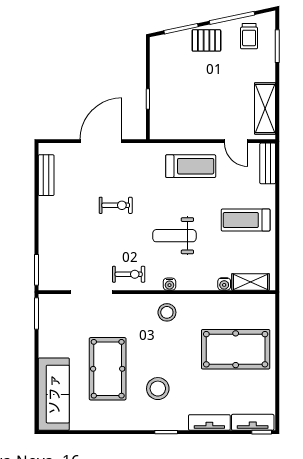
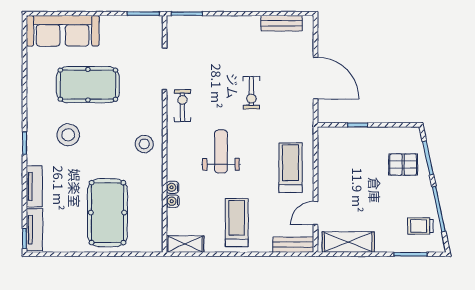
pallet: (206, 40) -> (403, 165), moved, turned 90
treadmill: (191, 166) -> (290, 168), turned 180
exercise bike: (129, 274) -> (182, 106), turned 180
shelving: (251, 282) -> (185, 244), moved, turned 90
water cooler: (169, 284) -> (173, 187), moved

